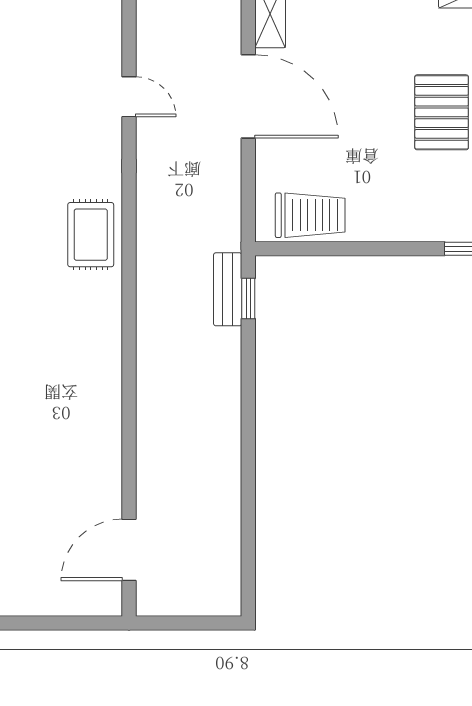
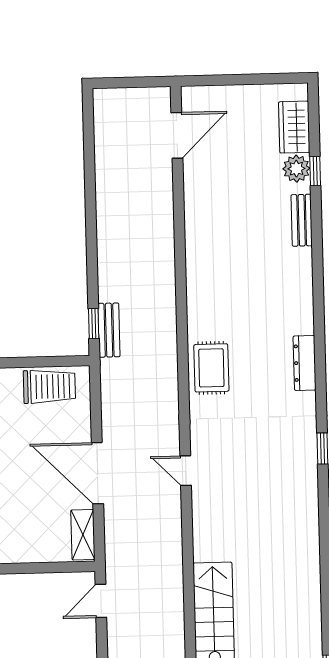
trolley: (310, 215) -> (49, 387), turned 180

